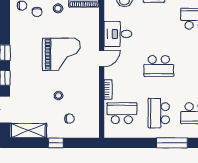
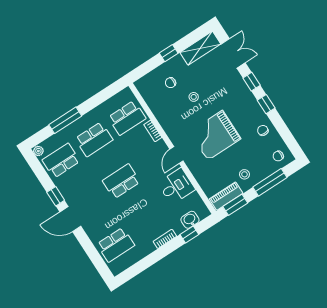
chair: (37, 12) -> (263, 130), moved
school desk: (159, 113) -> (94, 139), turned 90

